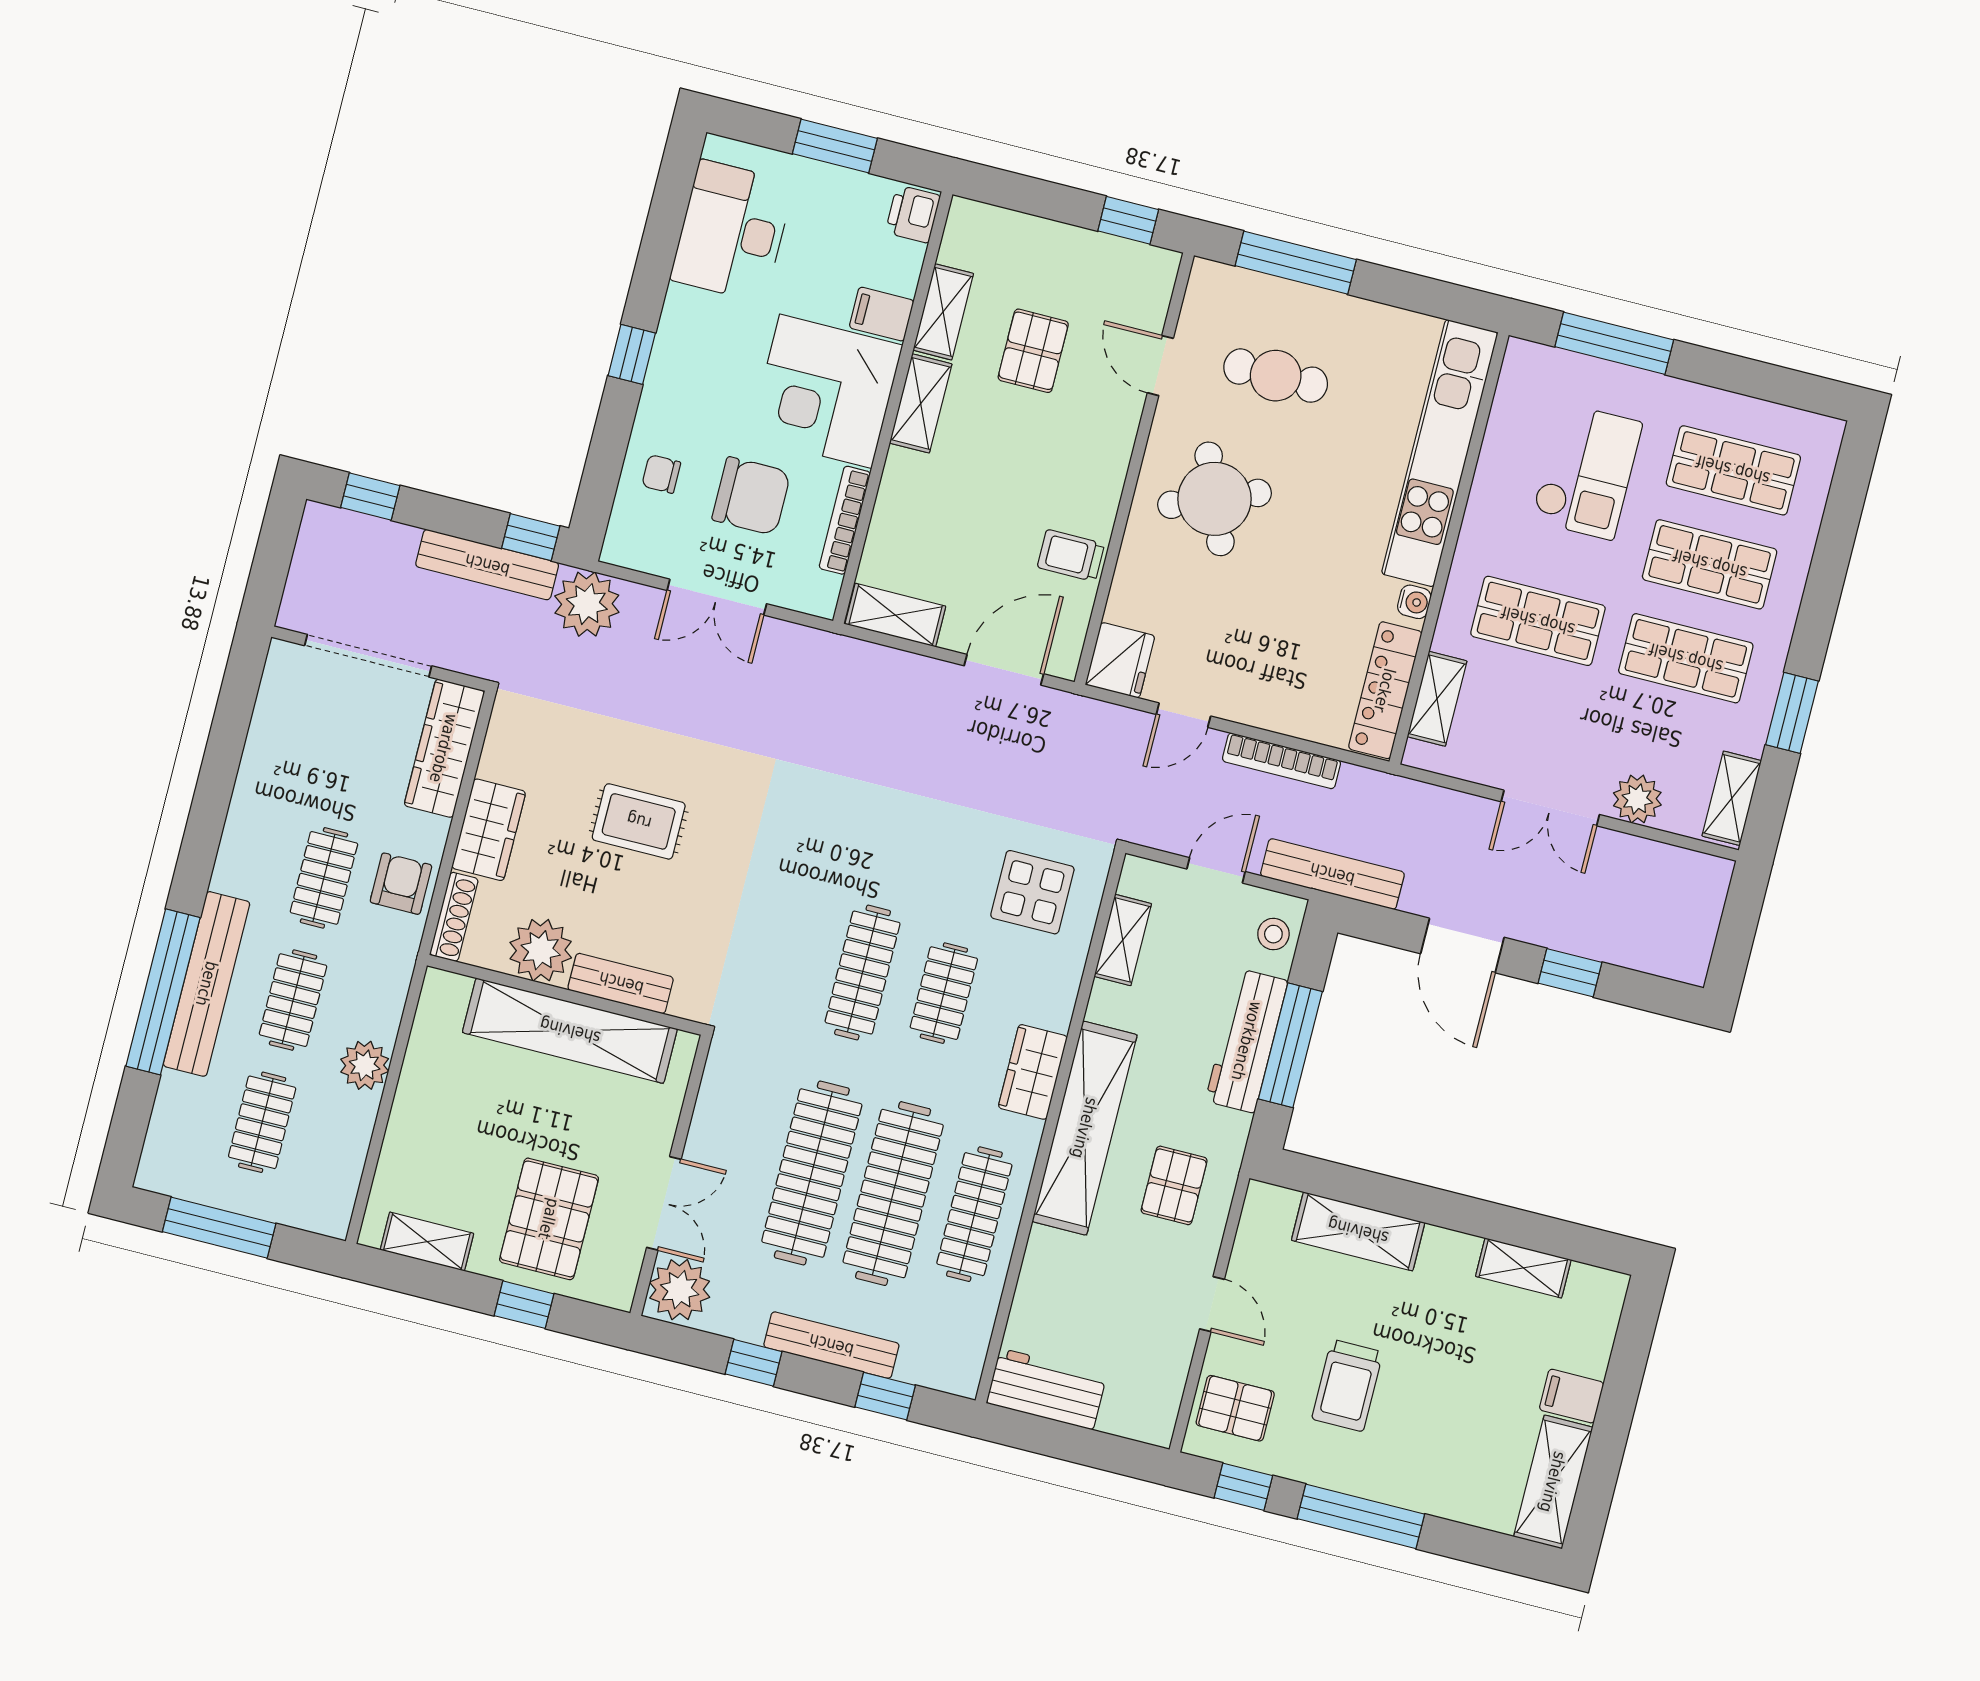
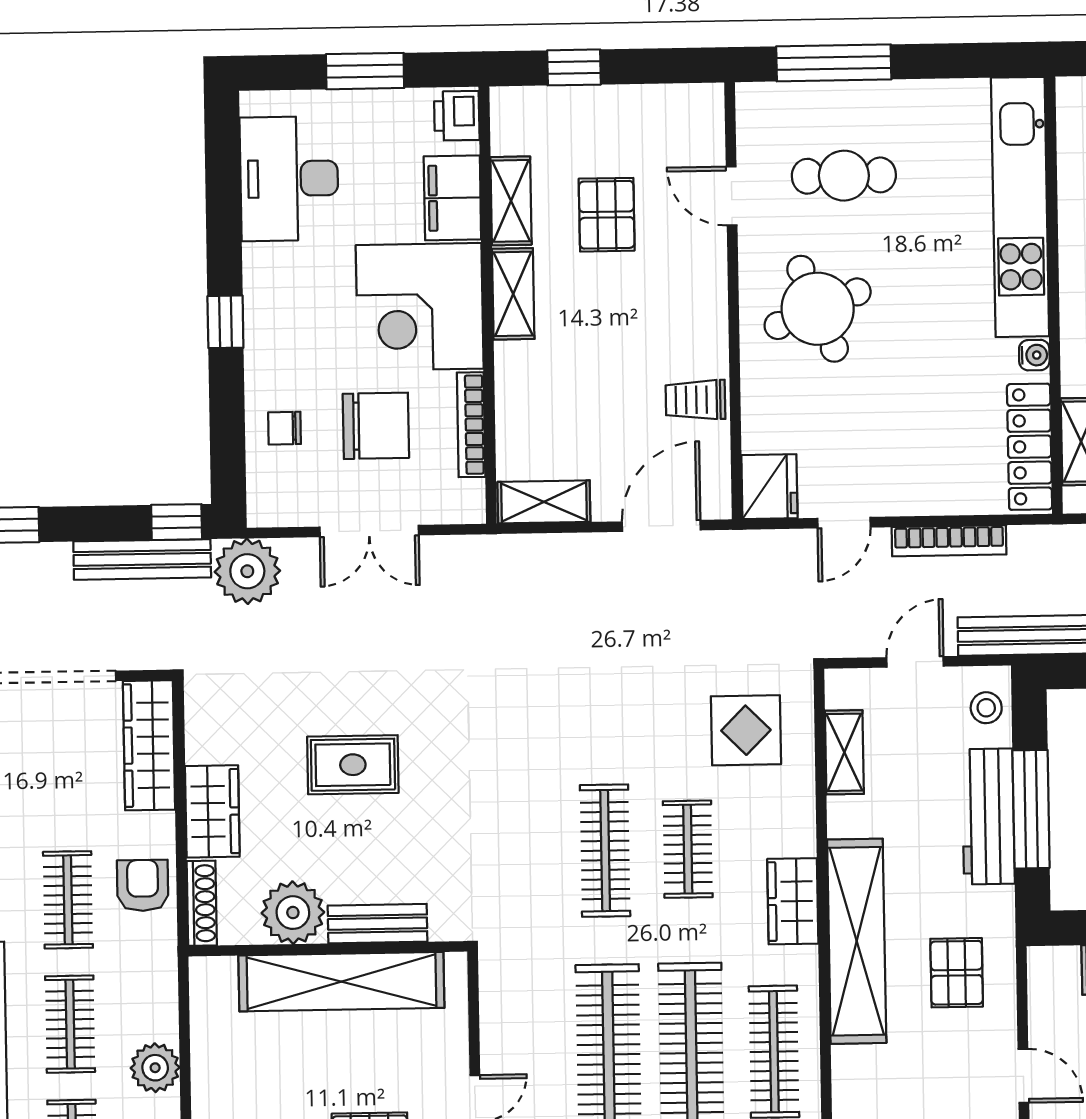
window: (1128, 220) -> (574, 67), moved
filing cabinet: (882, 314) -> (452, 198), width x2.00

